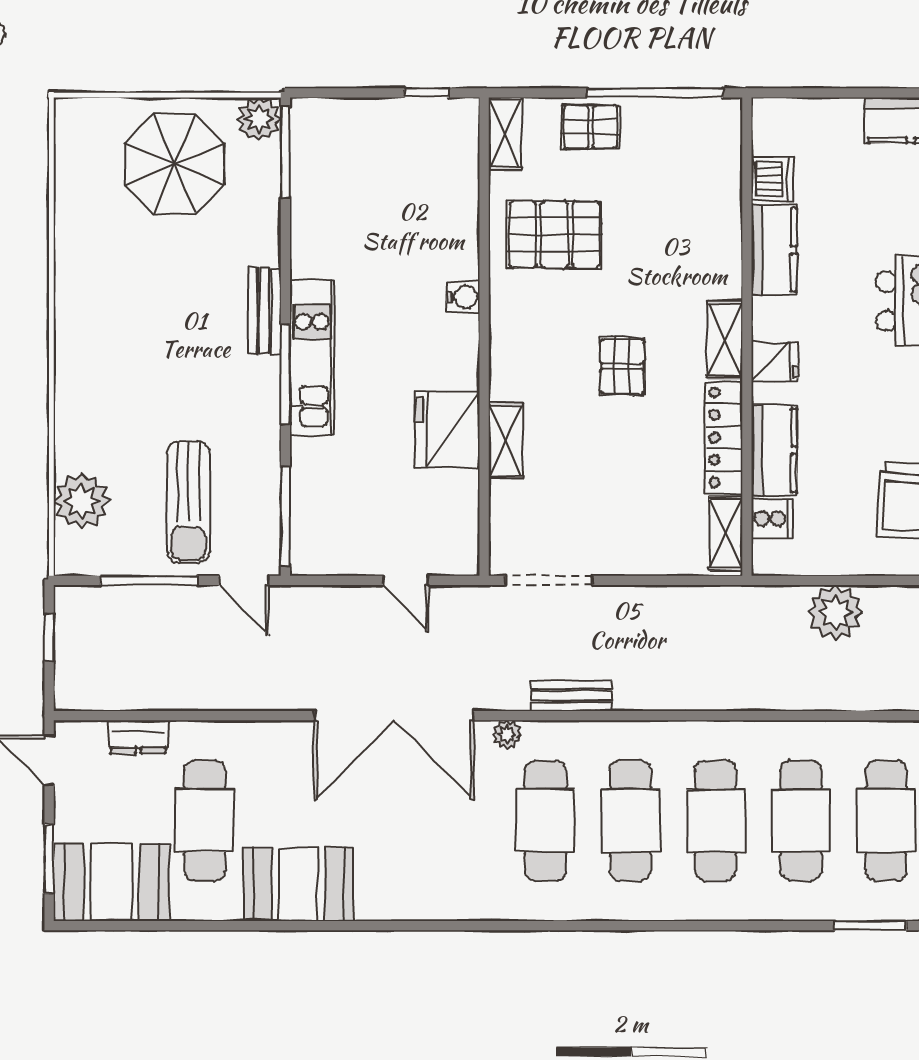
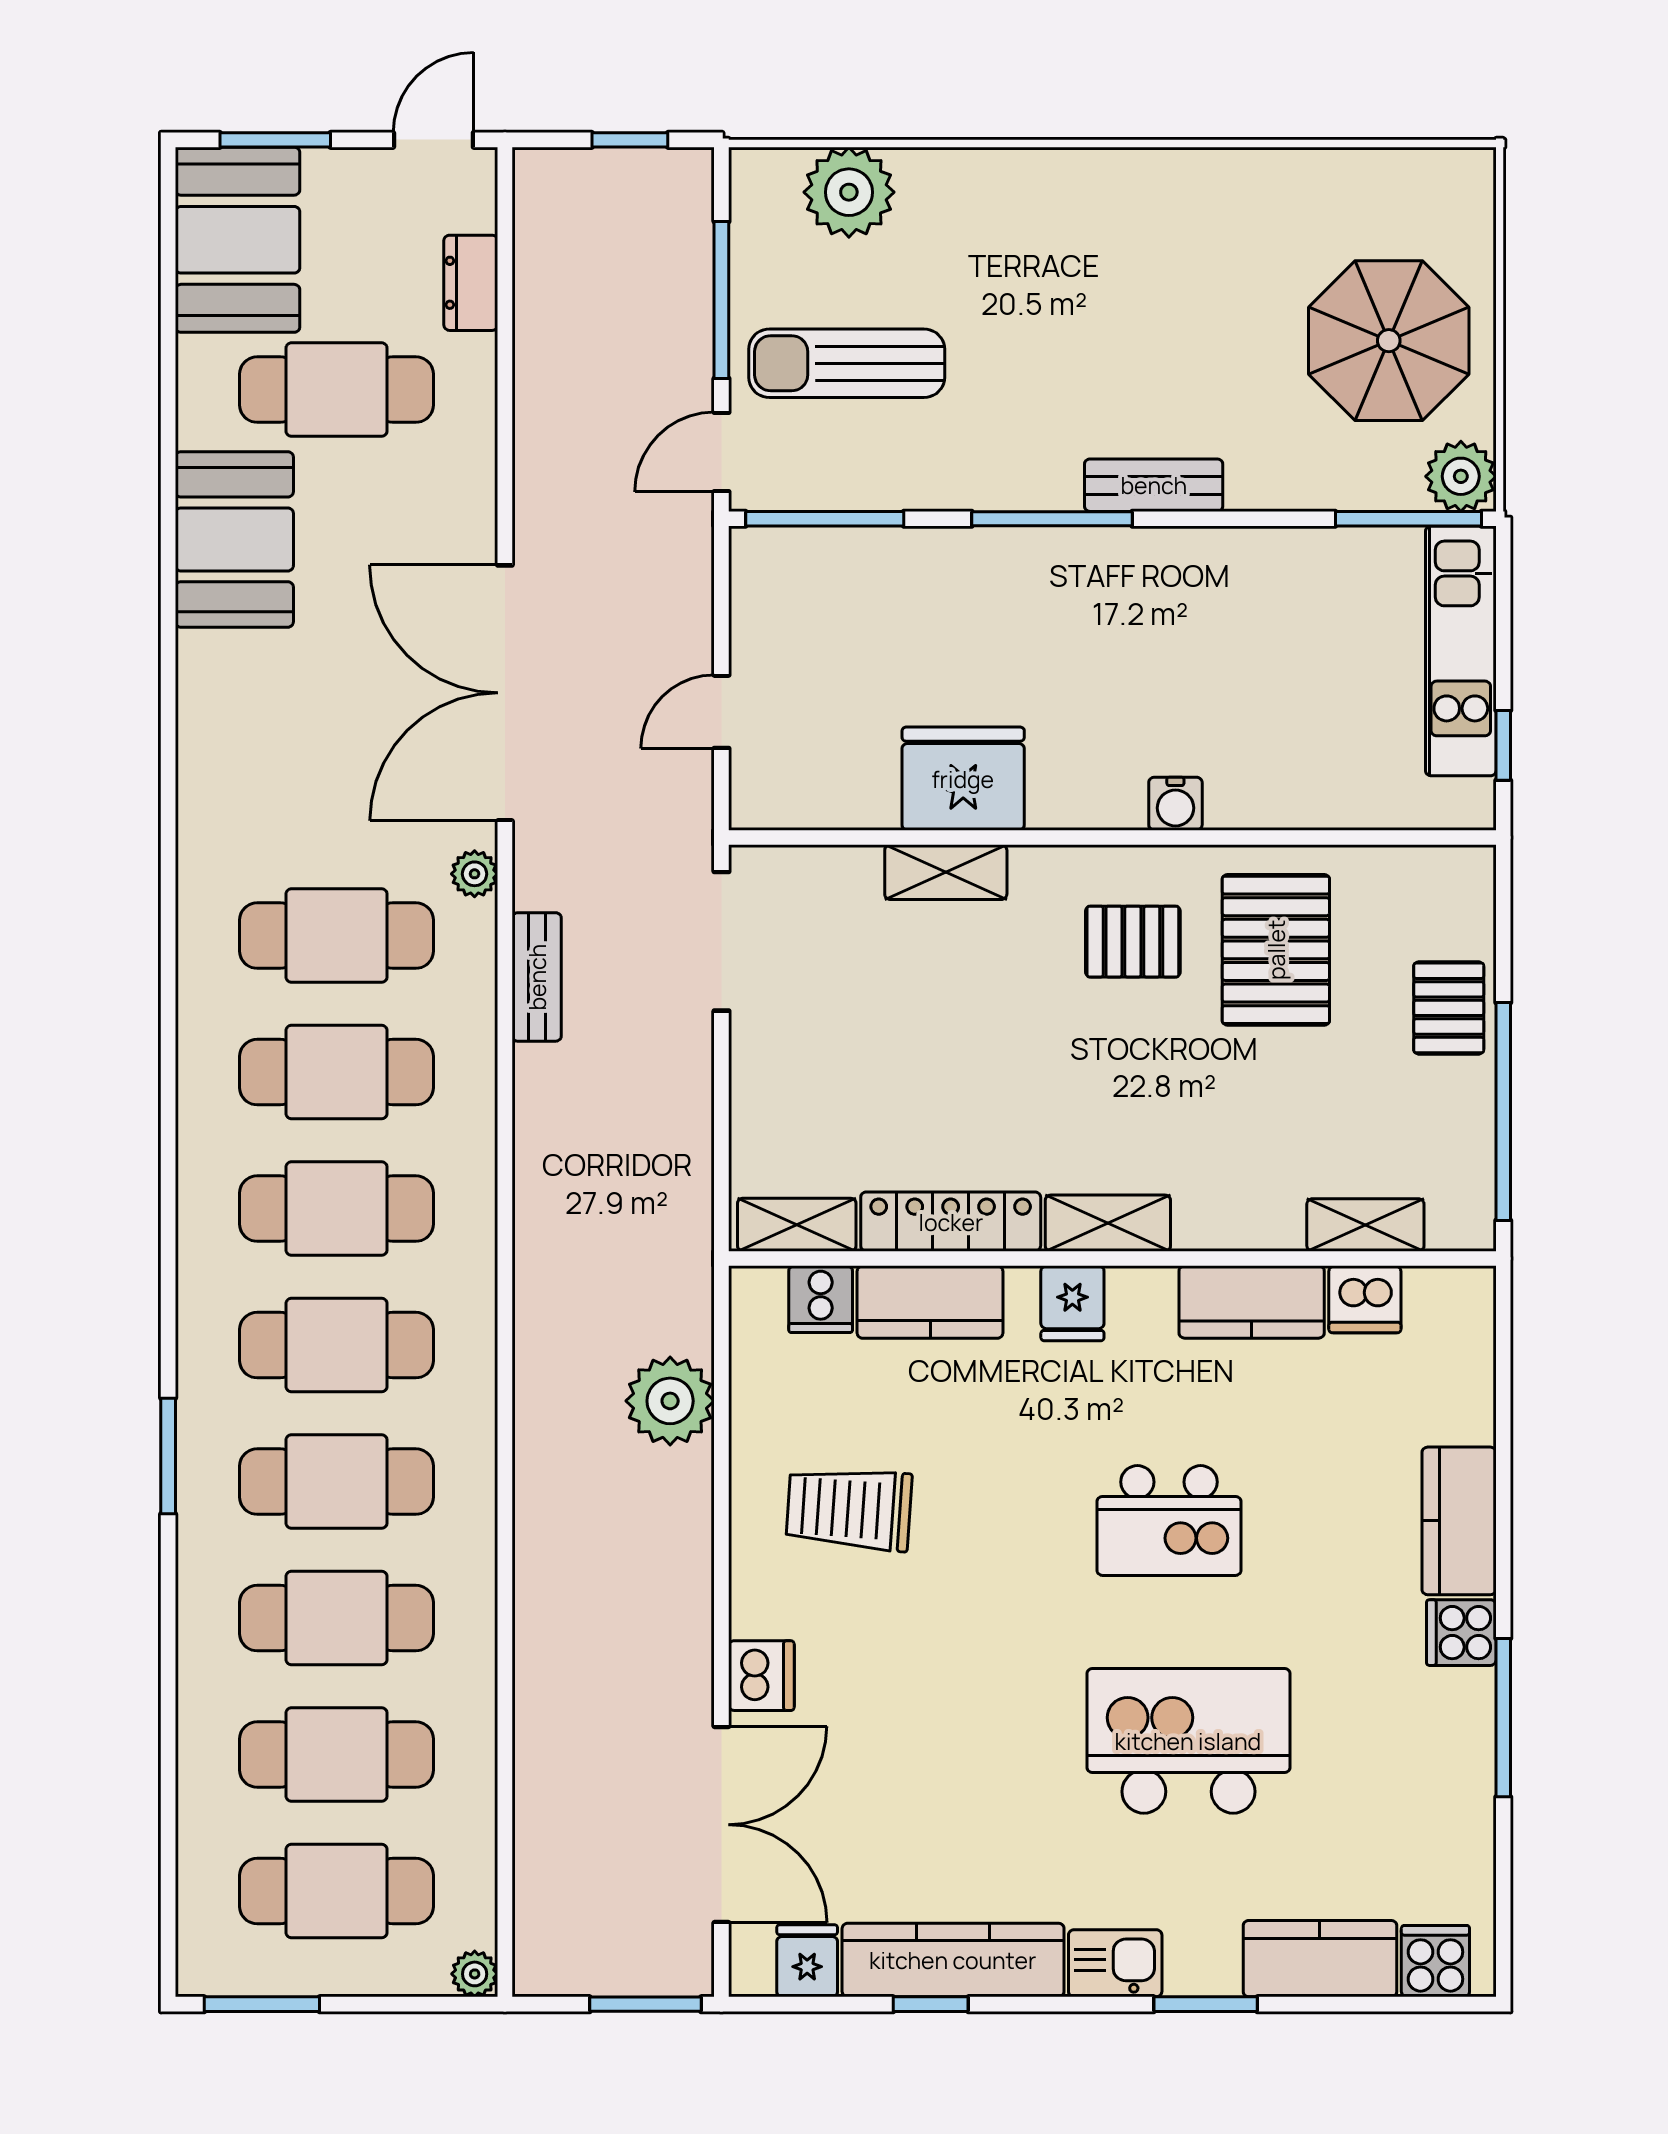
shelving: (505, 134) -> (1365, 1225), moved
kitchen unit: (312, 358) -> (1461, 651), moved, turned 90
pallet: (622, 366) -> (1133, 942), moved

